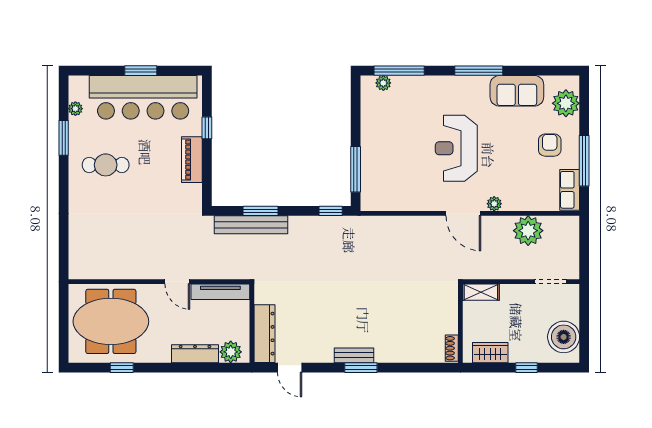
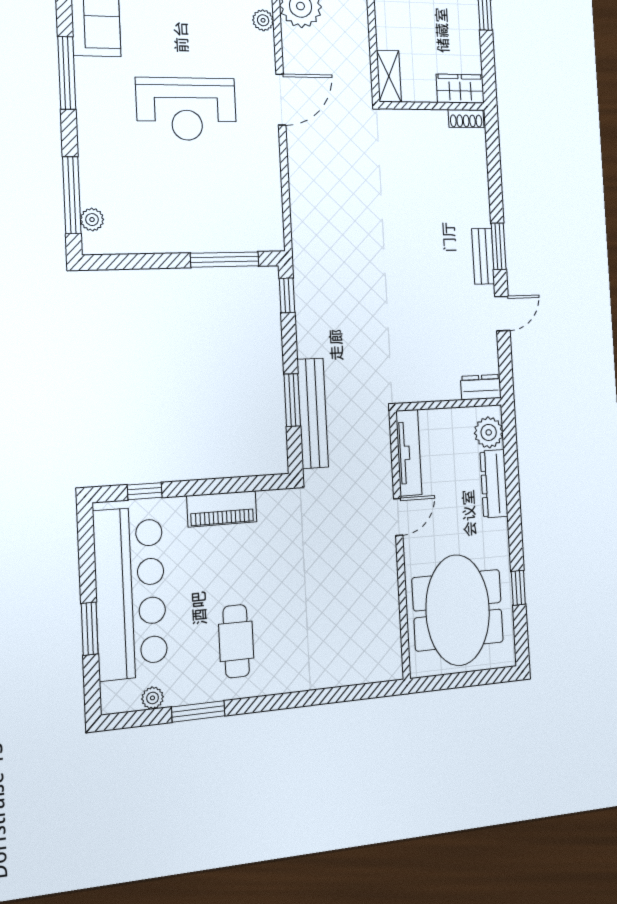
window: (141, 71) -> (90, 629), moved
window: (207, 128) -> (145, 491), moved
plant: (494, 204) -> (263, 20), moved
dresser: (264, 334) -> (481, 387), width x0.51, depth x0.80
wardrobe: (490, 353) -> (460, 89), moved, turned 90
door: (290, 368) -> (502, 314), moved

